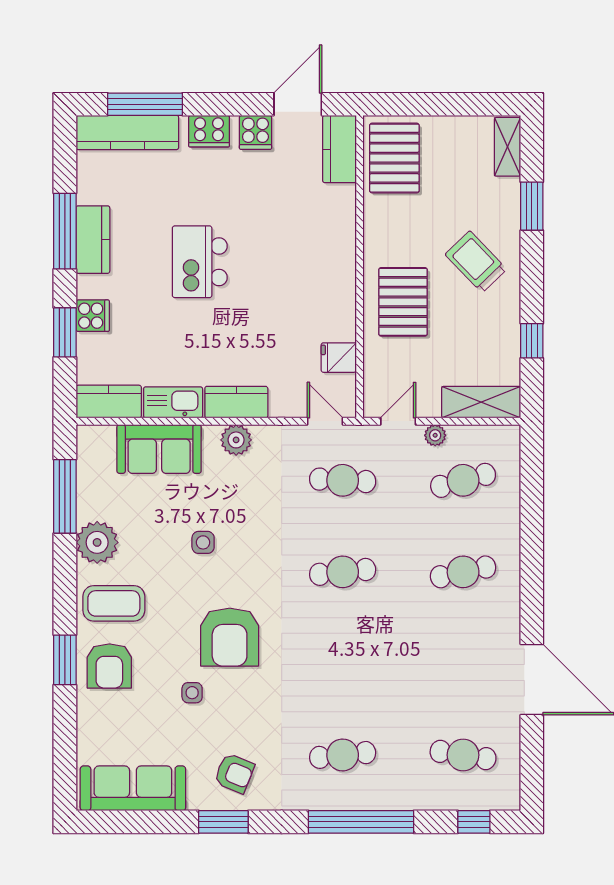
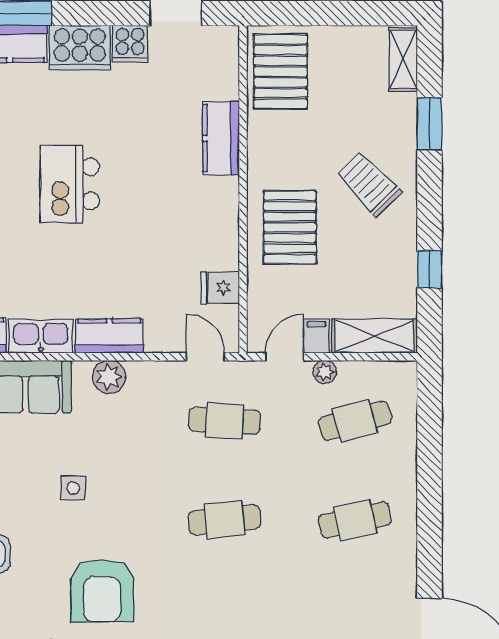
cooker: (209, 131) -> (80, 48), width x1.37, depth x1.31
kitchen counter: (339, 149) -> (221, 138), moved
filing cabinet: (428, 402) -> (317, 336), added

